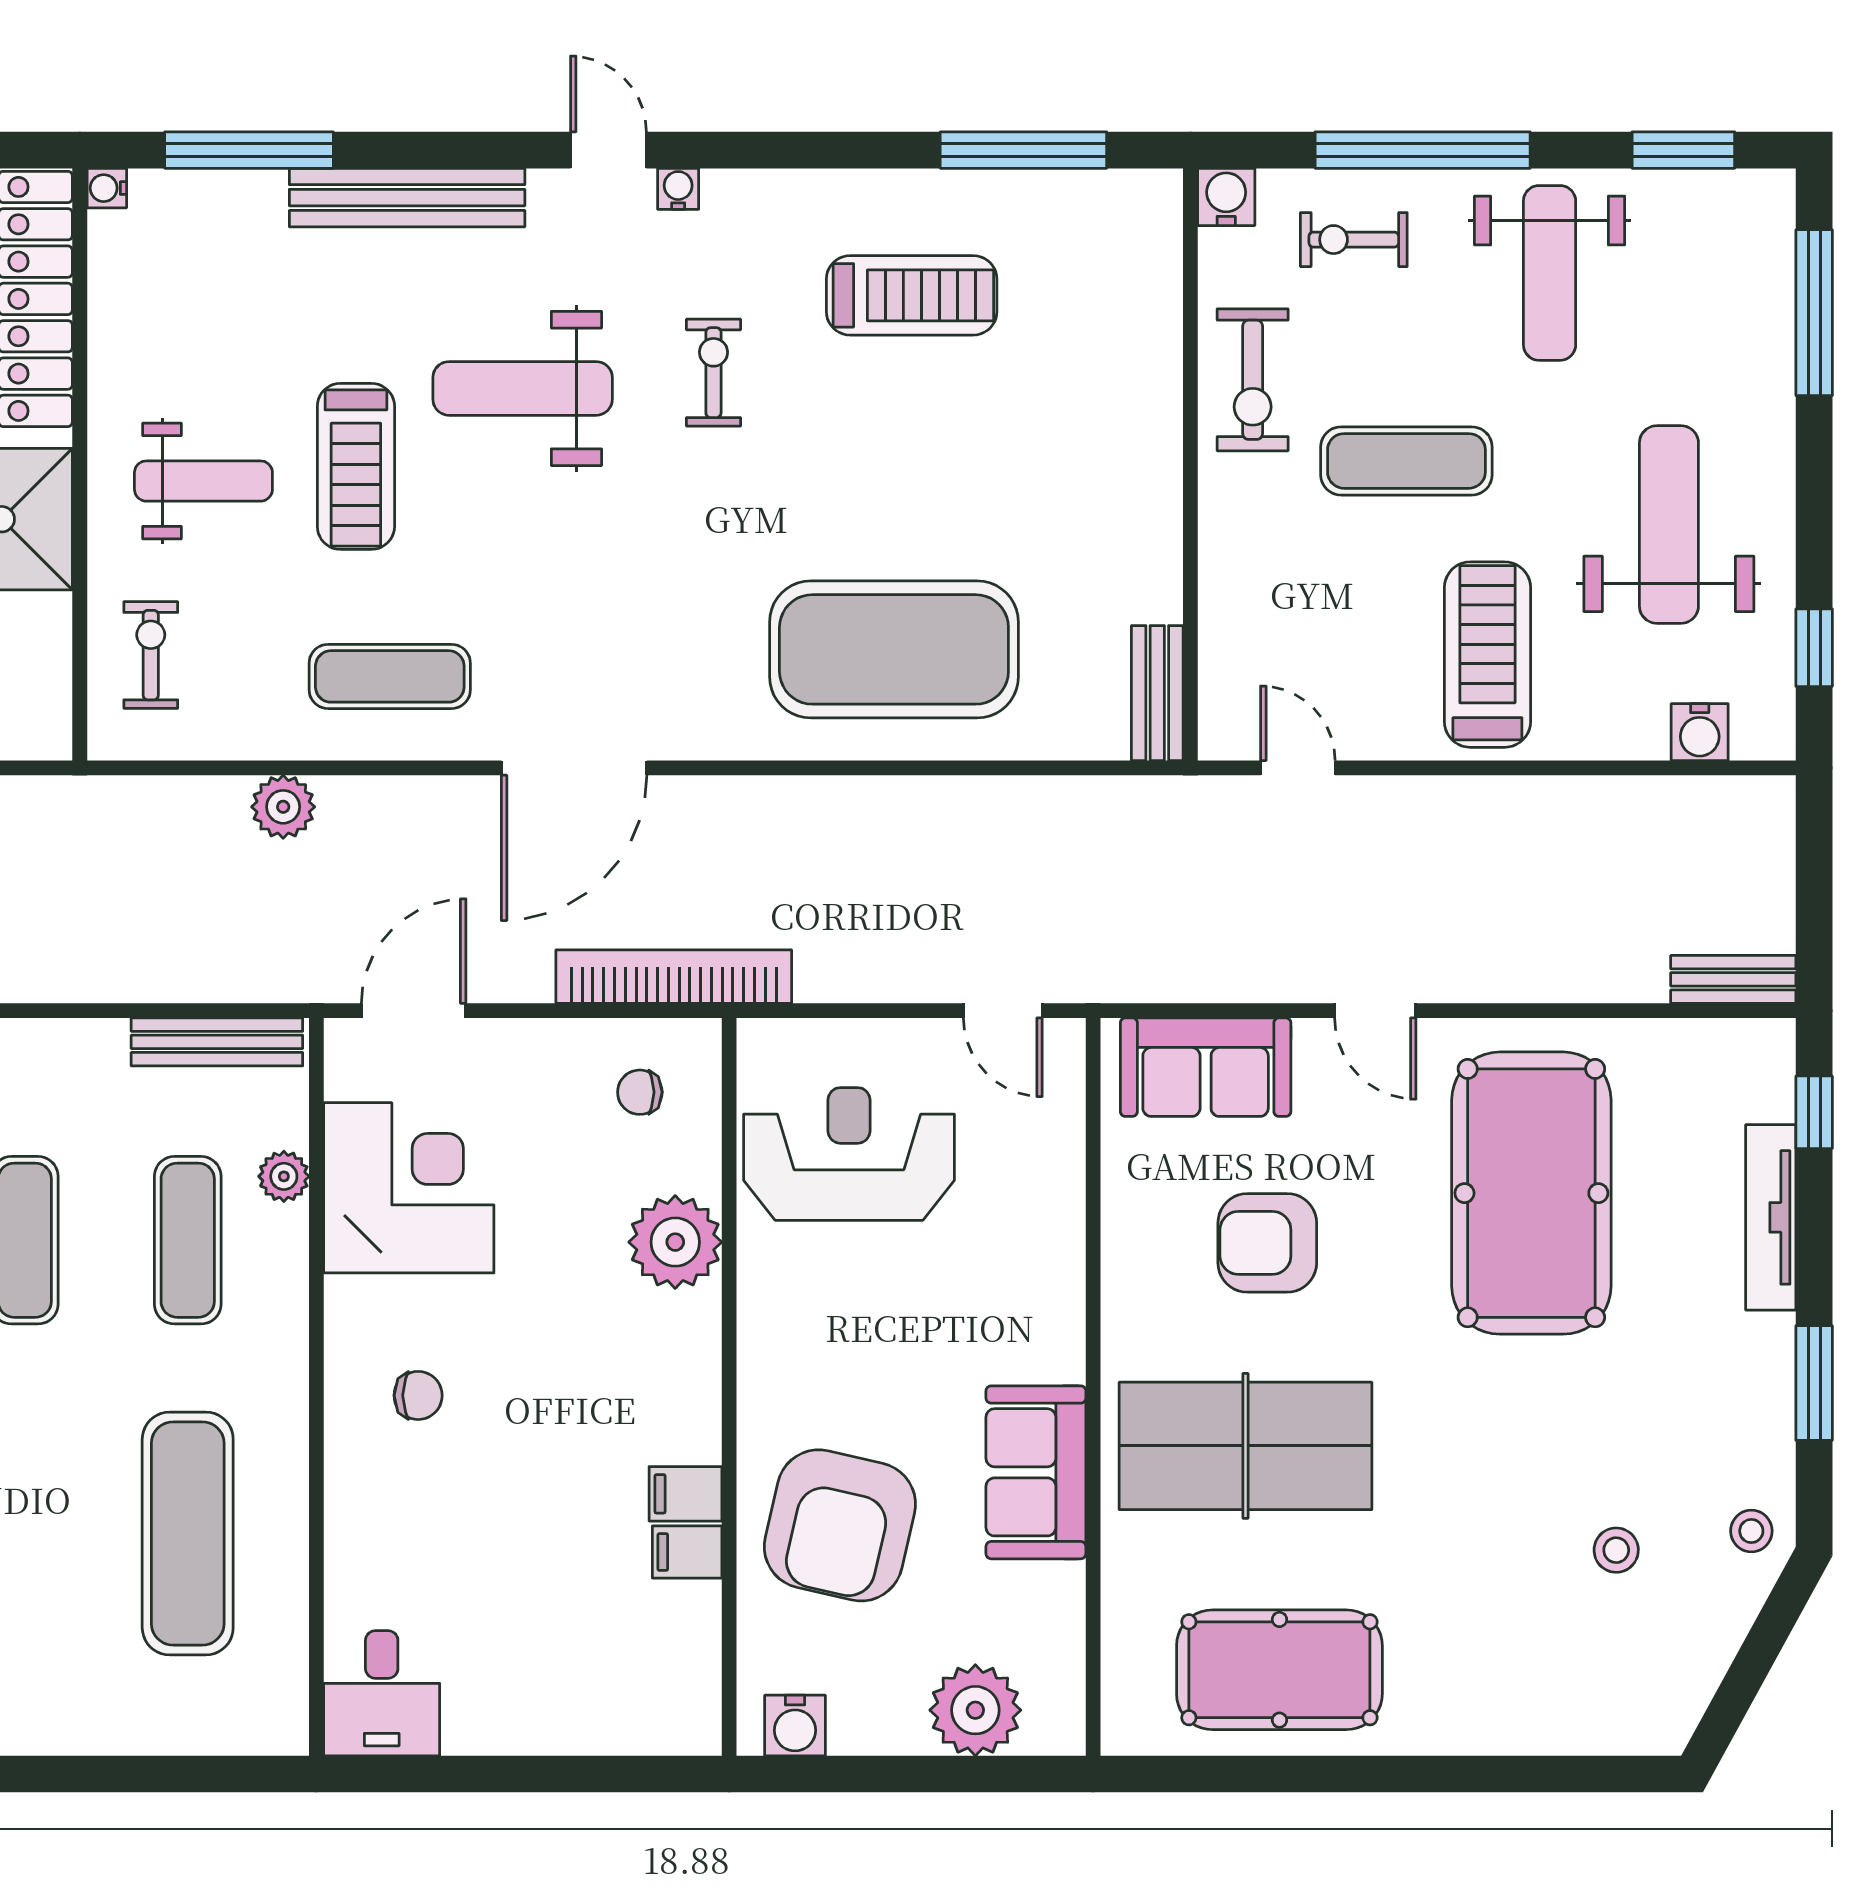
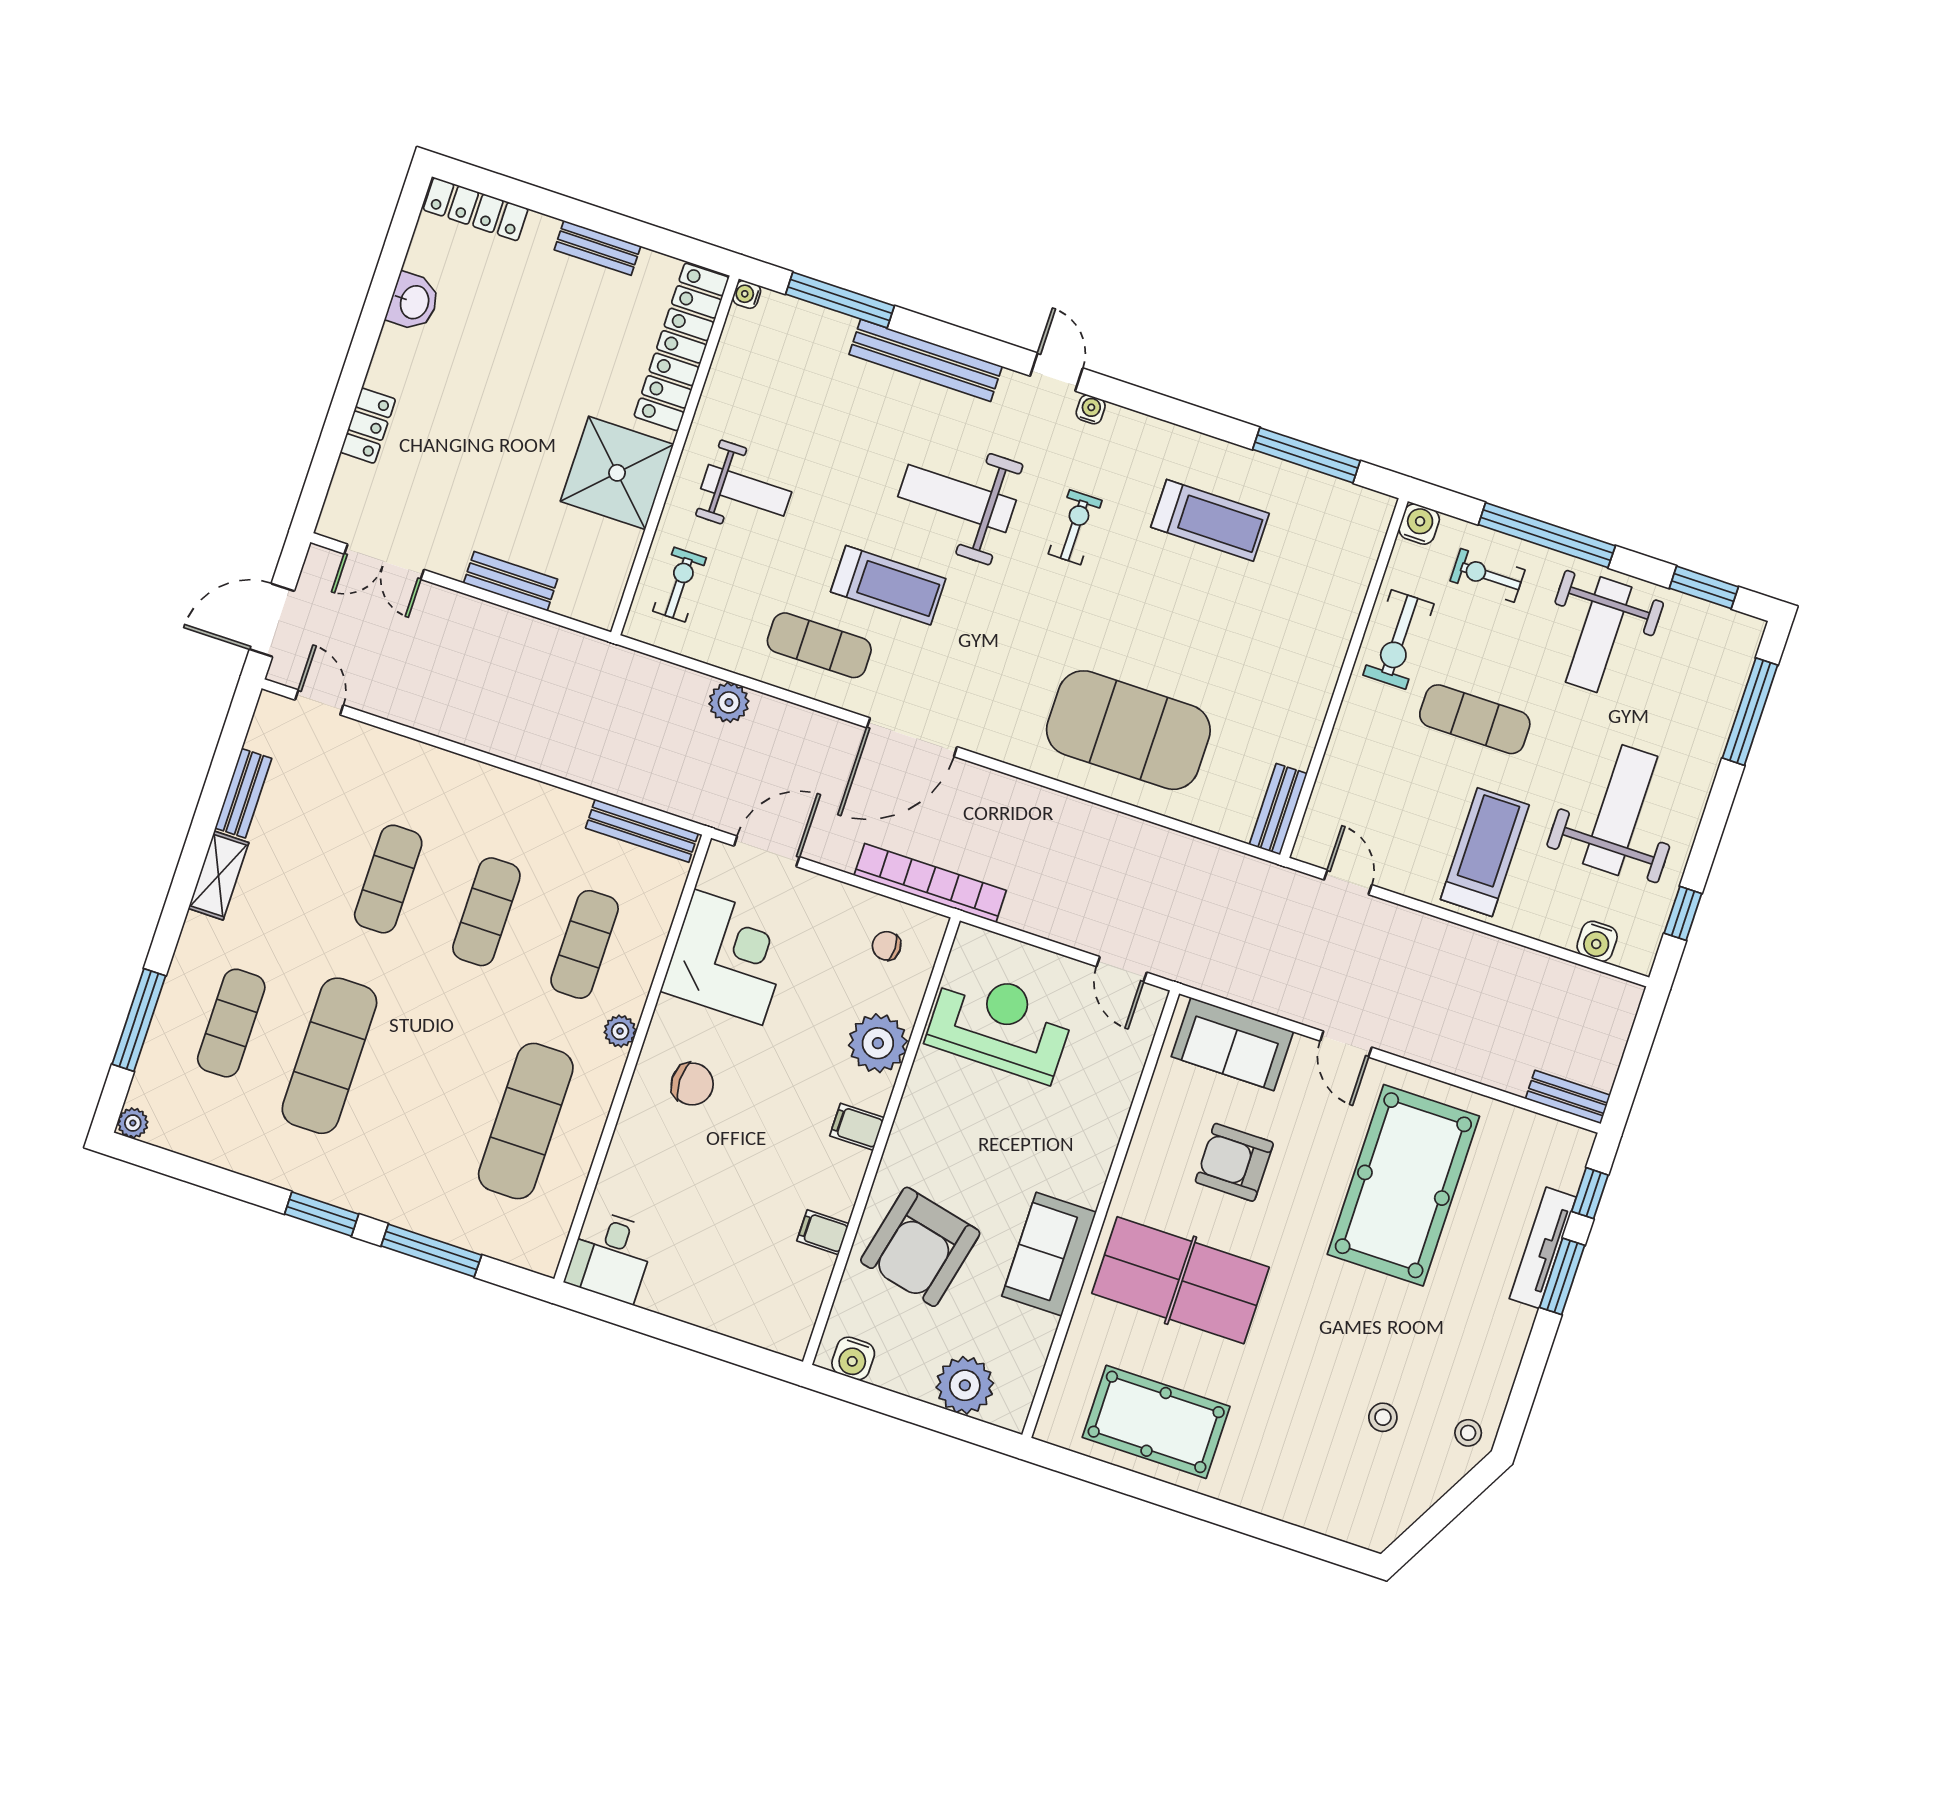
treadmill: (356, 466) -> (888, 585), moved, turned -90
plant: (284, 1176) -> (620, 1031), moved
window: (1814, 1383) -> (1562, 1276), moved
chair: (418, 1395) -> (692, 1084), width x1.37, depth x1.37
filing cabinet: (685, 1494) -> (857, 1127), moved
window: (111, 1774) -> (431, 1251), added

